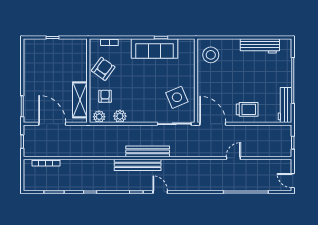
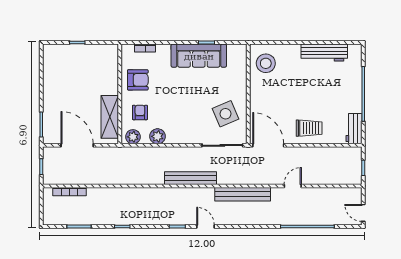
armchair: (103, 69) -> (138, 80), turned 54
workbench: (285, 105) -> (354, 129), width x0.73
bench: (138, 165) -> (243, 194), moved

